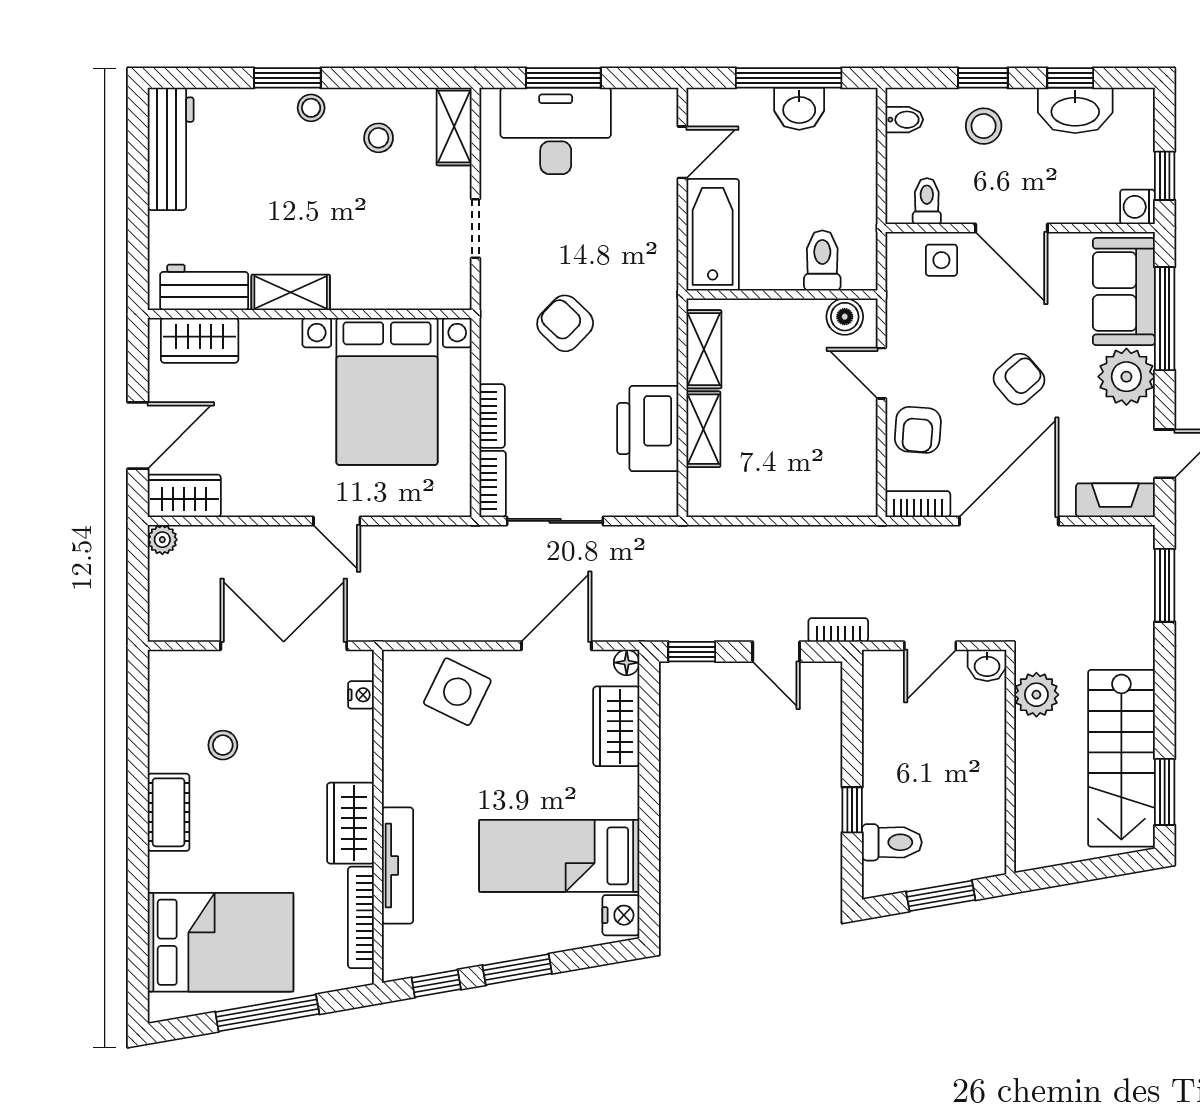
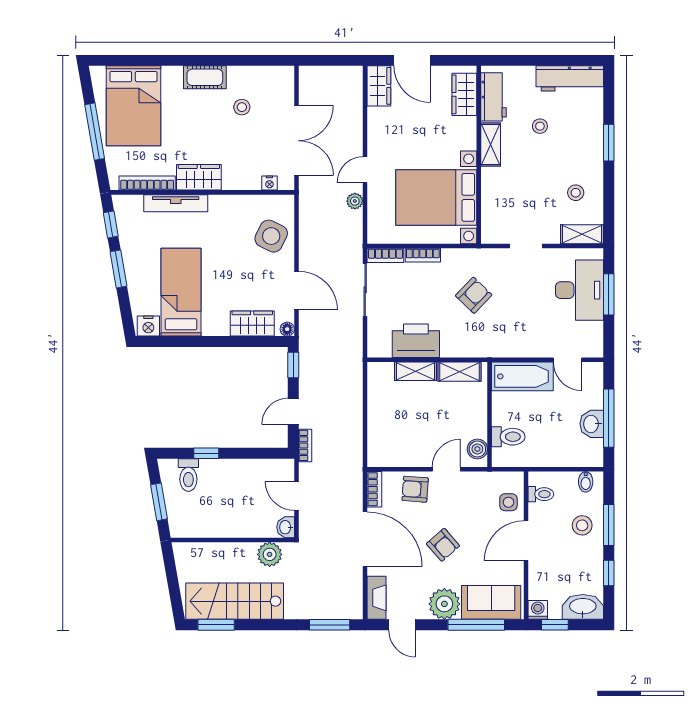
window: (983, 78) -> (609, 525), width x1.50
stool: (311, 108) -> (540, 126), moved
washbasin: (1075, 110) -> (583, 607), moved, turned 90
plant: (162, 540) -> (355, 201), moved

